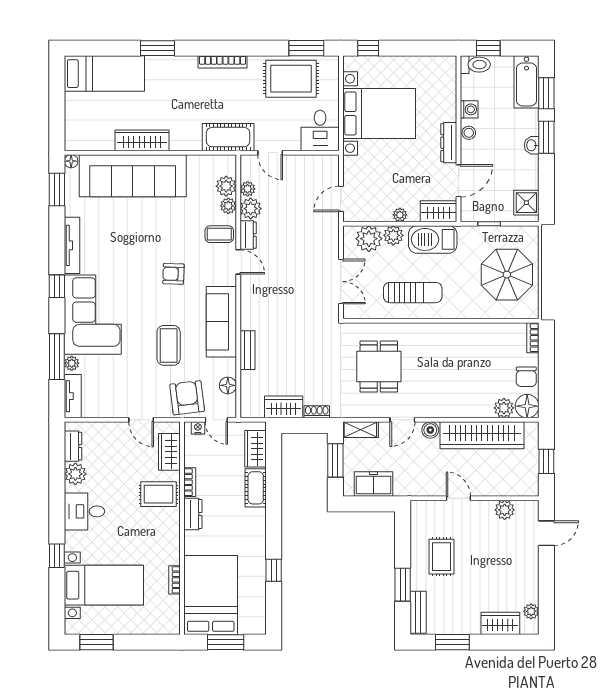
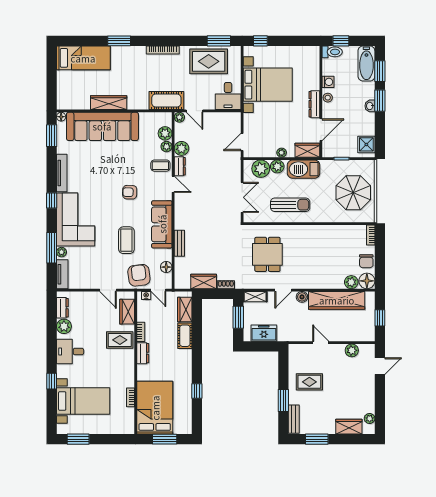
plant: (248, 189) -> (179, 117), moved
rug: (441, 557) -> (309, 382), turned 90

